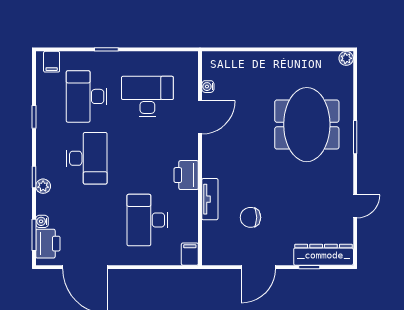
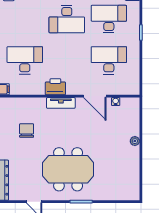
plant: (346, 58) -> (135, 141), moved
desk: (147, 96) -> (109, 60), turned -90
meeting table: (307, 125) -> (68, 169), moved
tv unit: (210, 199) -> (61, 103), moved

